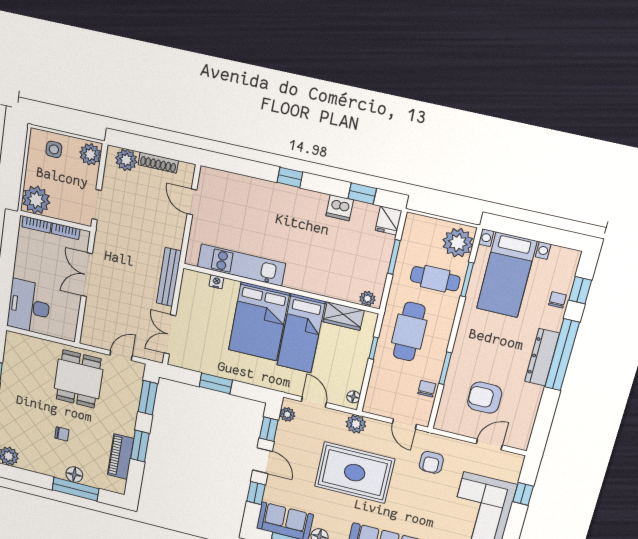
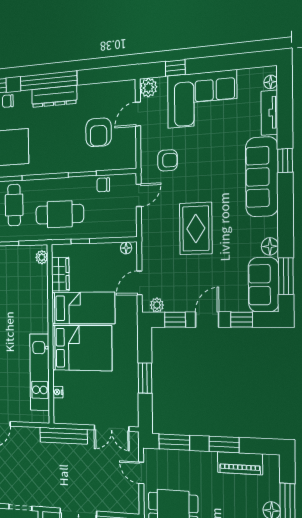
plant: (356, 424) -> (148, 88), moved
door: (489, 444) -> (138, 114), hinge flipped
rug: (355, 473) -> (196, 229), width x0.73, depth x0.69

